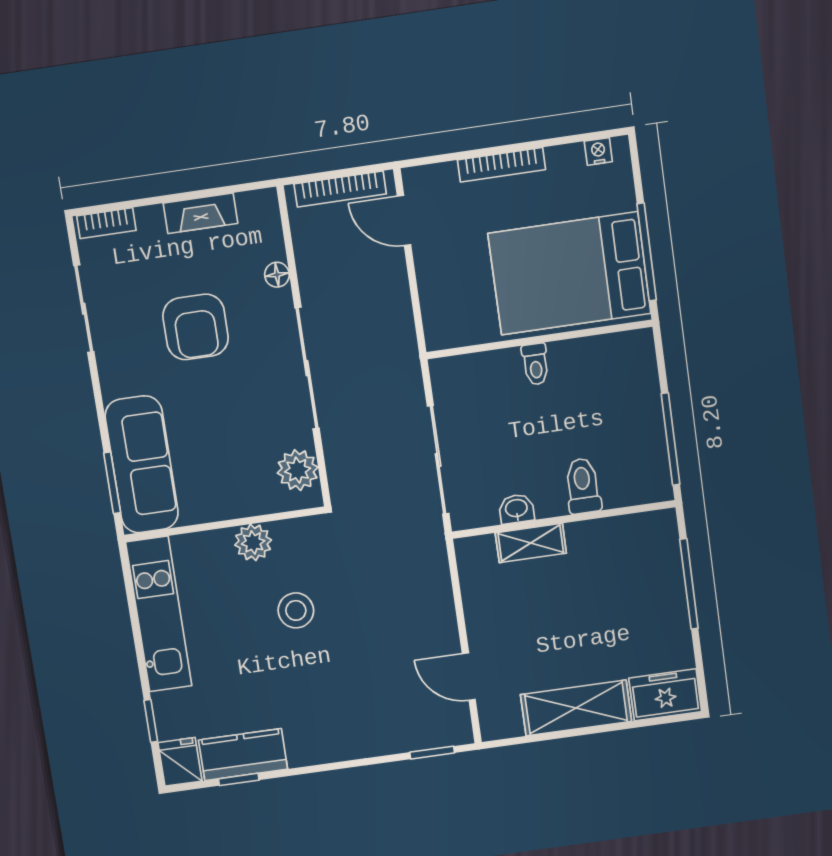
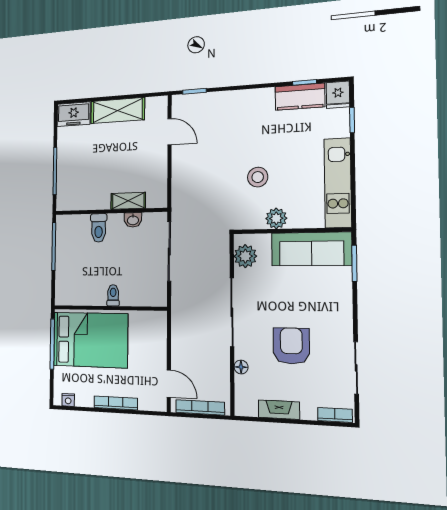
sofa: (142, 464) -> (311, 249), moved, turned -90

